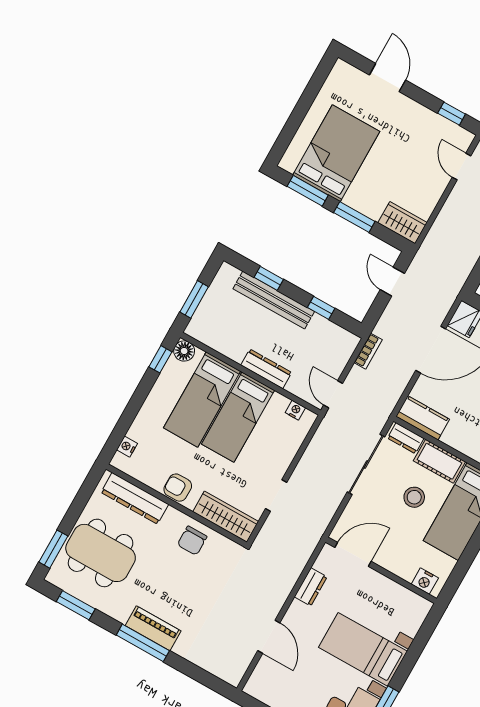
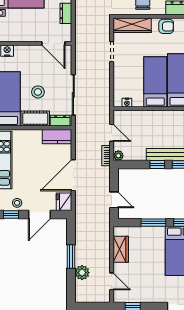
wardrobe: (402, 223) -> (121, 249), moved, turned -90
window: (321, 308) -> (157, 165), moved
plant: (350, 341) -> (118, 156), added
dresser: (266, 369) -> (155, 116), removed
door: (333, 394) -> (112, 133), moved
door: (353, 554) -> (53, 43), hinge flipped

